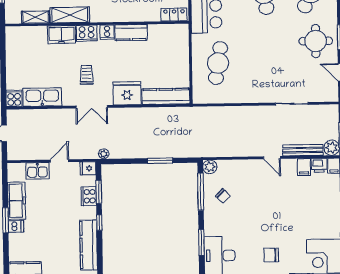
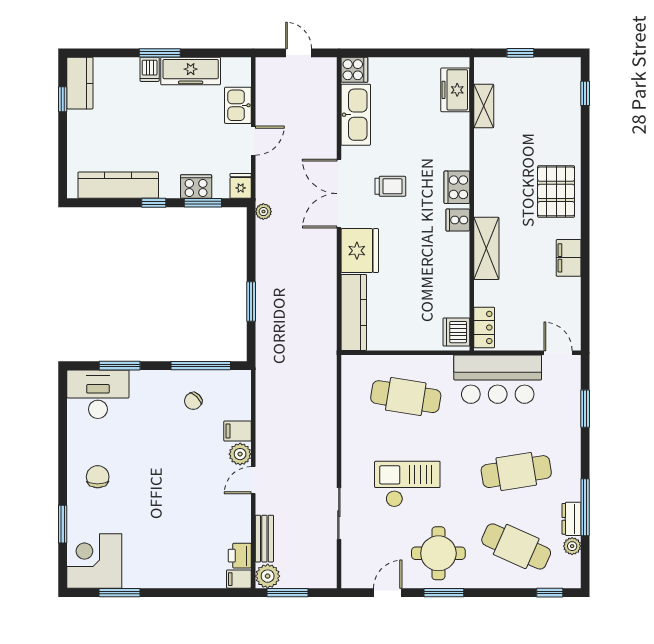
shelving: (70, 15) -> (486, 248), moved
kitchen counter: (131, 32) -> (457, 258), removed
dishwasher: (177, 32) -> (456, 332), added
freezer: (61, 35) -> (455, 90), moved
checkout: (273, 61) -> (407, 484), added
double door: (92, 107) -> (339, 194), width x1.37
bench: (303, 150) -> (264, 539), width x0.73
door: (59, 161) -> (253, 141), hinge flipped
plant: (210, 167) -> (240, 454), moved
filing cabinet: (304, 167) -> (237, 431), moved

